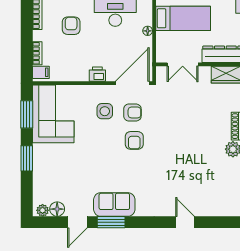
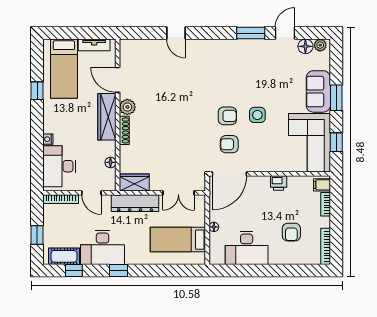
double door: (183, 64) -> (178, 193), swing flipped
printer: (97, 74) -> (279, 183), moved
side table: (105, 111) -> (257, 115), moved
window: (27, 114) -> (336, 142), width x0.67
armchair: (134, 140) -> (227, 116), turned 90
sofa: (114, 204) -> (318, 91), moved, turned 90

